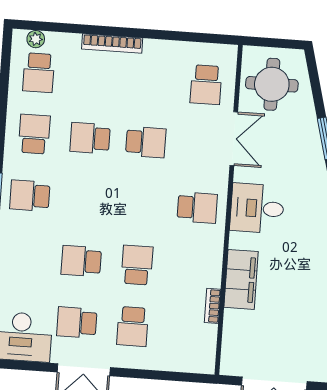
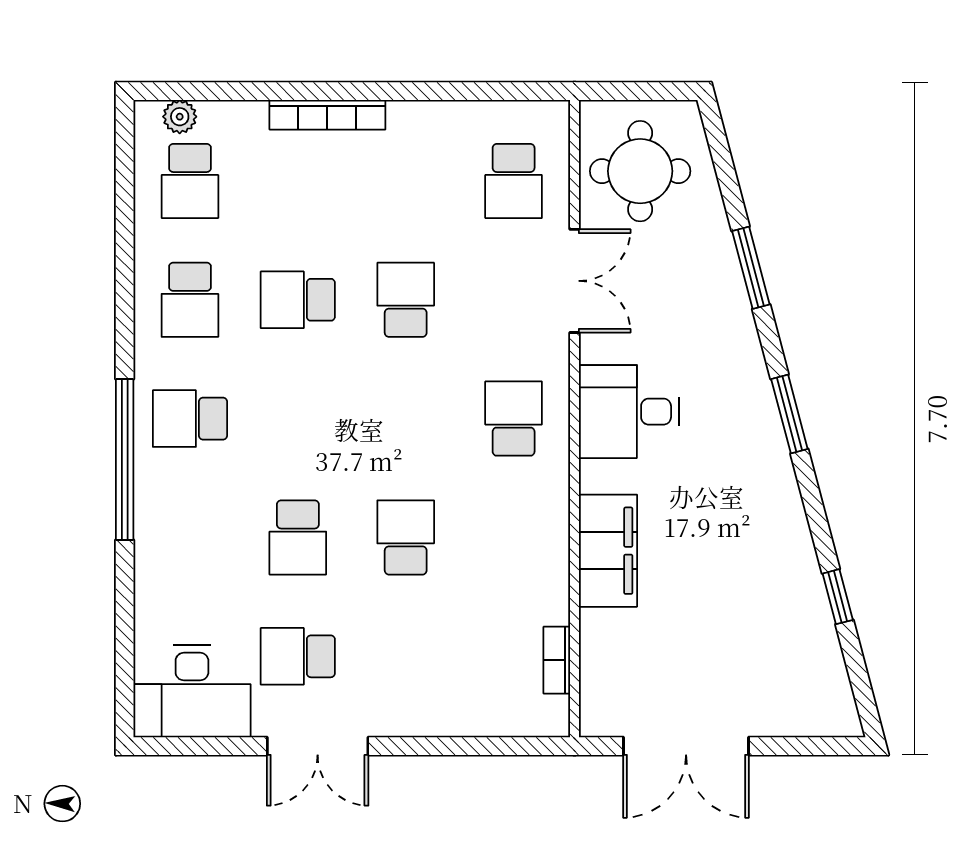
school desk: (34, 134) -> (190, 300), turned 180
school desk: (146, 142) -> (406, 300), turned -90
school desk: (197, 208) -> (514, 419), turned -90
school desk: (81, 261) -> (298, 537), turned -90
bookcase: (213, 306) -> (557, 660), moved
school desk: (133, 327) -> (406, 656), removed

